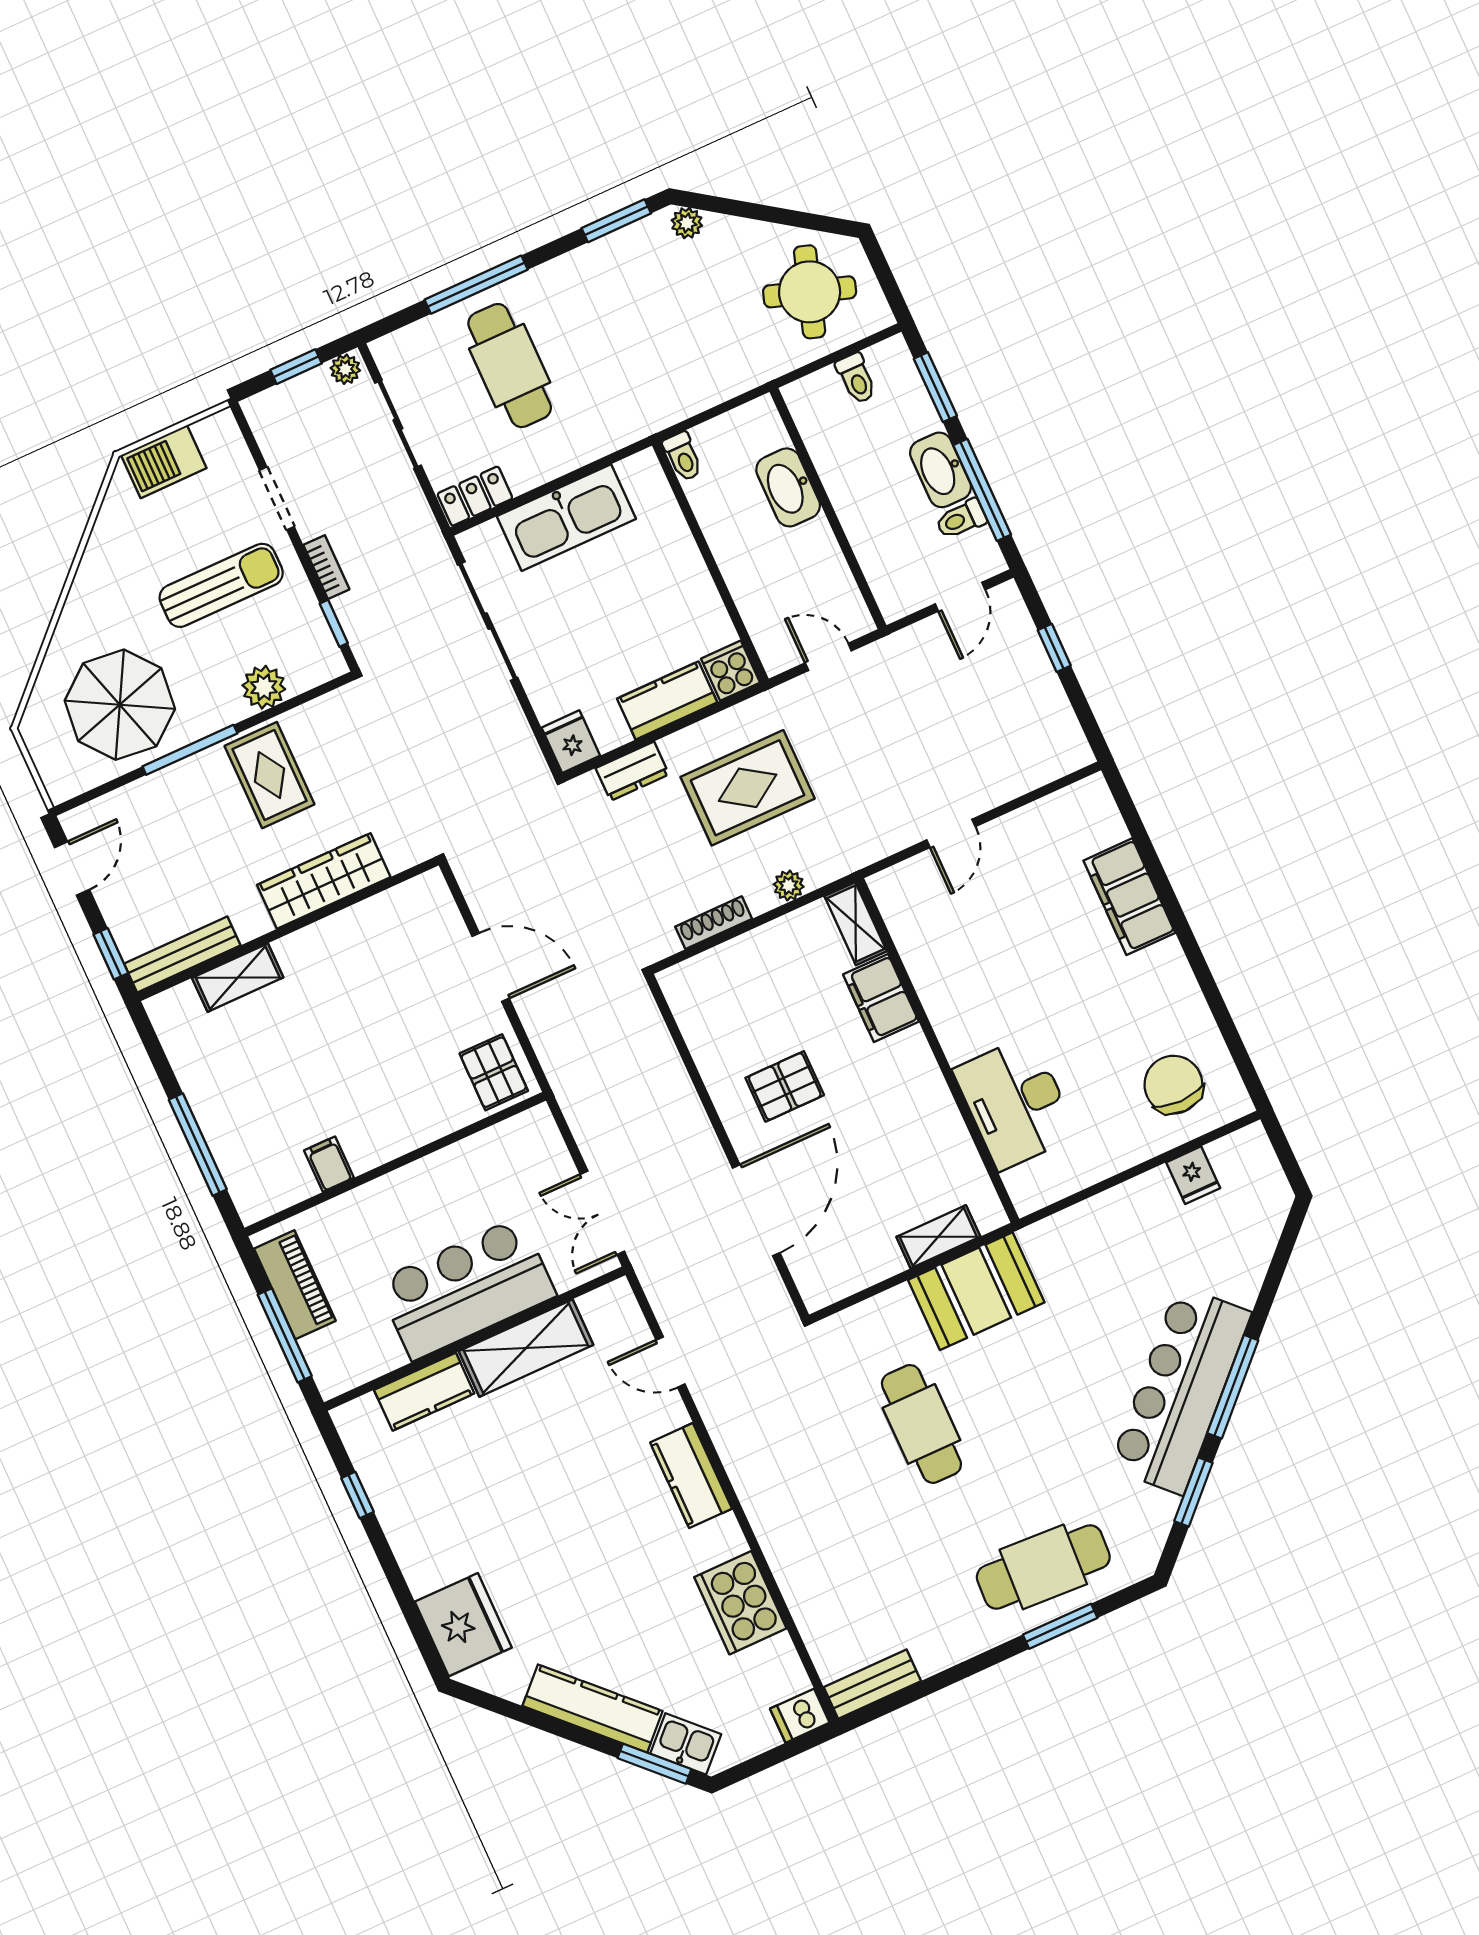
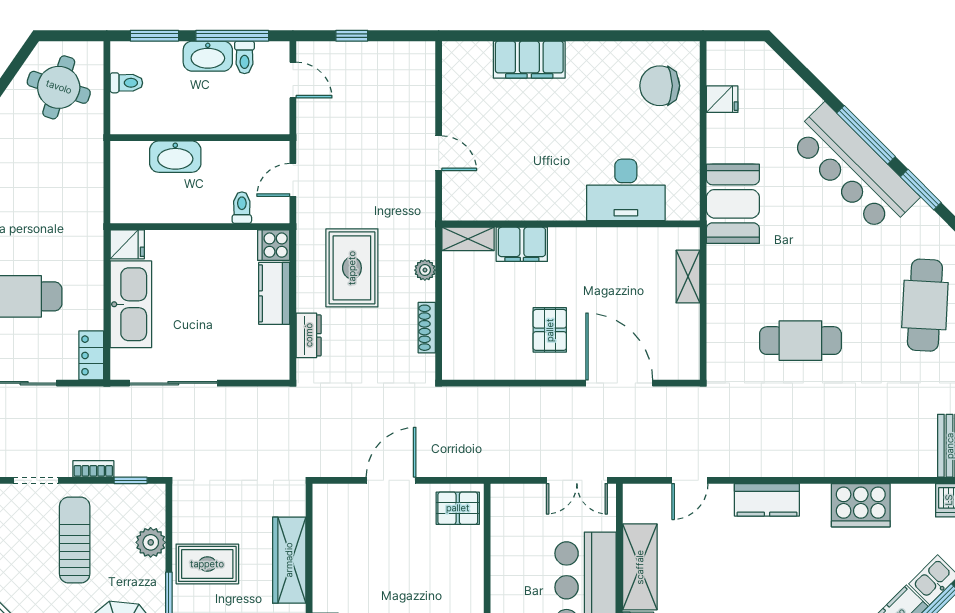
toilet: (683, 457) -> (242, 208), moved, turned -90
fridge: (571, 742) -> (127, 244), moved, turned 180
booth: (976, 1291) -> (733, 204), moved

